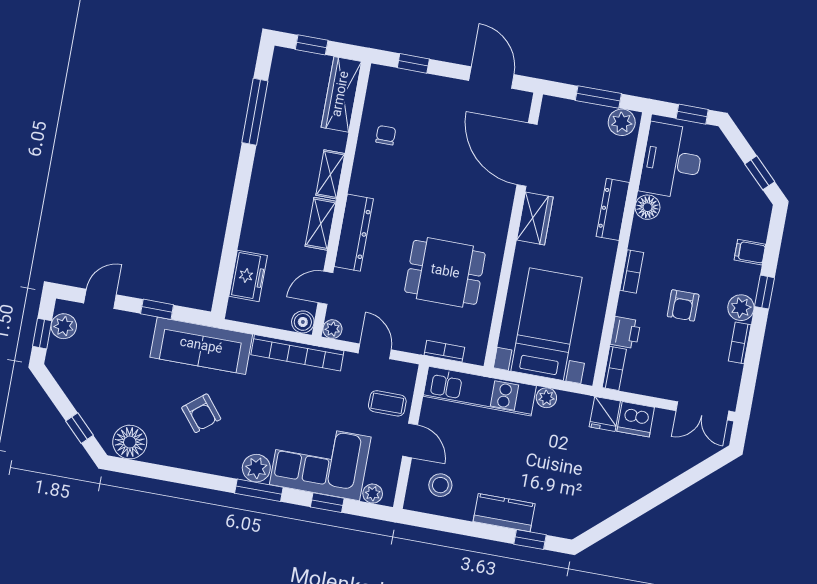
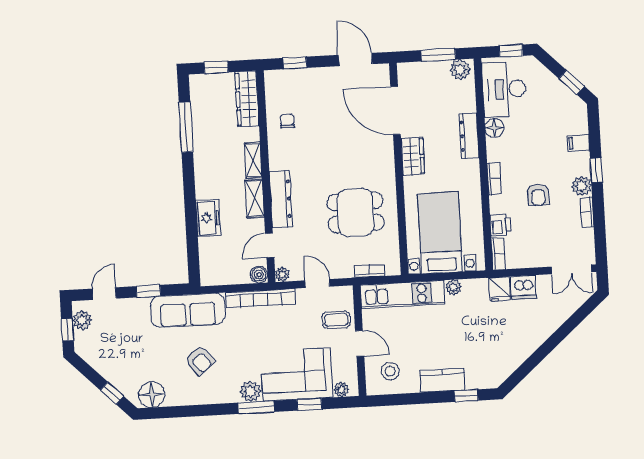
freezer: (248, 276) -> (208, 218), moved

